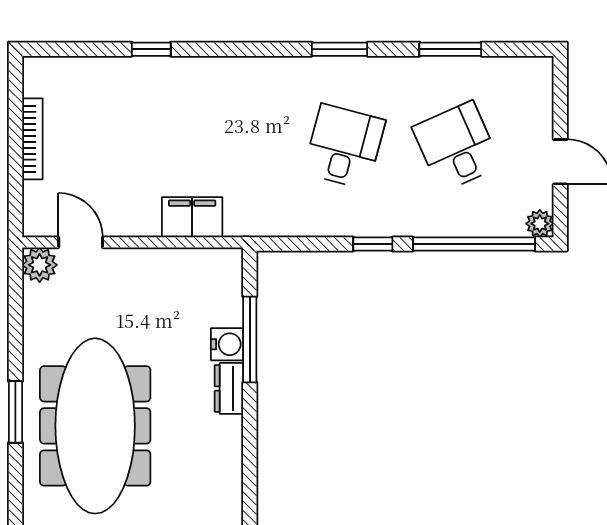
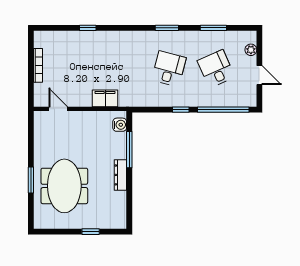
plant: (540, 224) -> (251, 50), moved
plant: (40, 265) -> (41, 118), removed
water cooler: (227, 344) -> (120, 125), moved
dresser: (229, 388) -> (120, 175), width x1.44
meeting table: (95, 426) -> (64, 186), width x0.73

